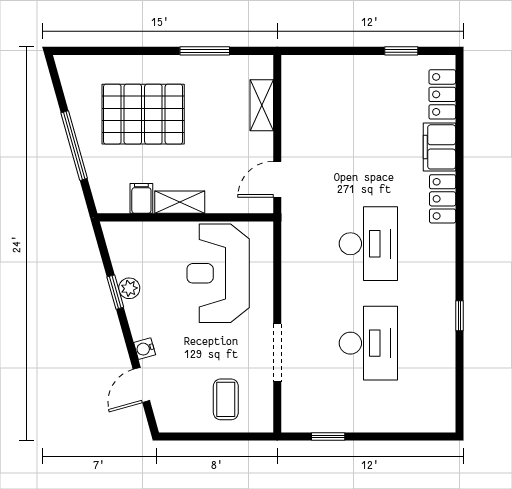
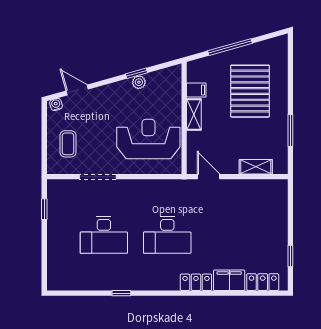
water cooler: (145, 349) -> (56, 104), moved
coffee table: (226, 399) -> (68, 144), turned 90

